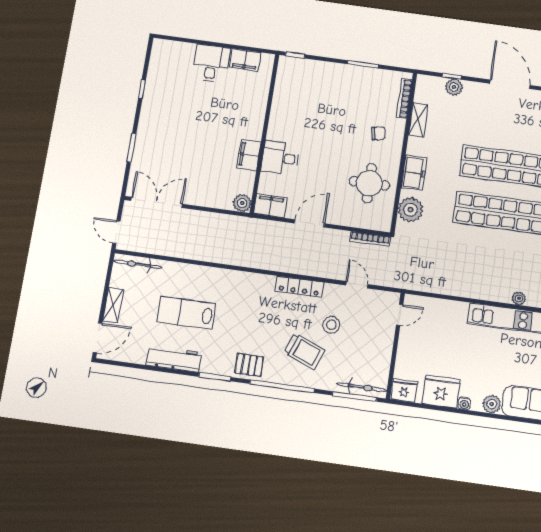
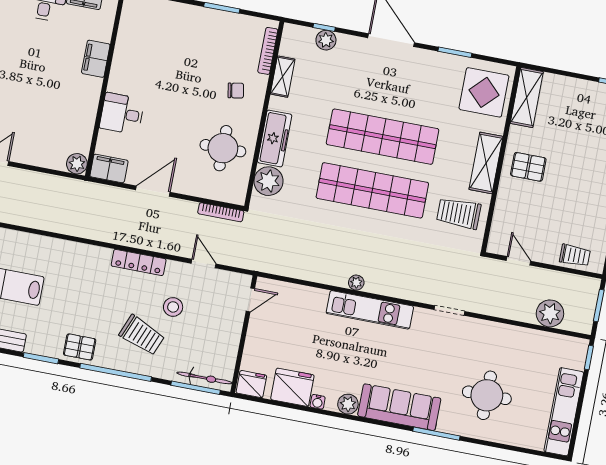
filing cabinet: (249, 155) -> (96, 59), moved
freezer: (414, 173) -> (275, 138), width x1.40
plant: (519, 298) -> (356, 283), moved

